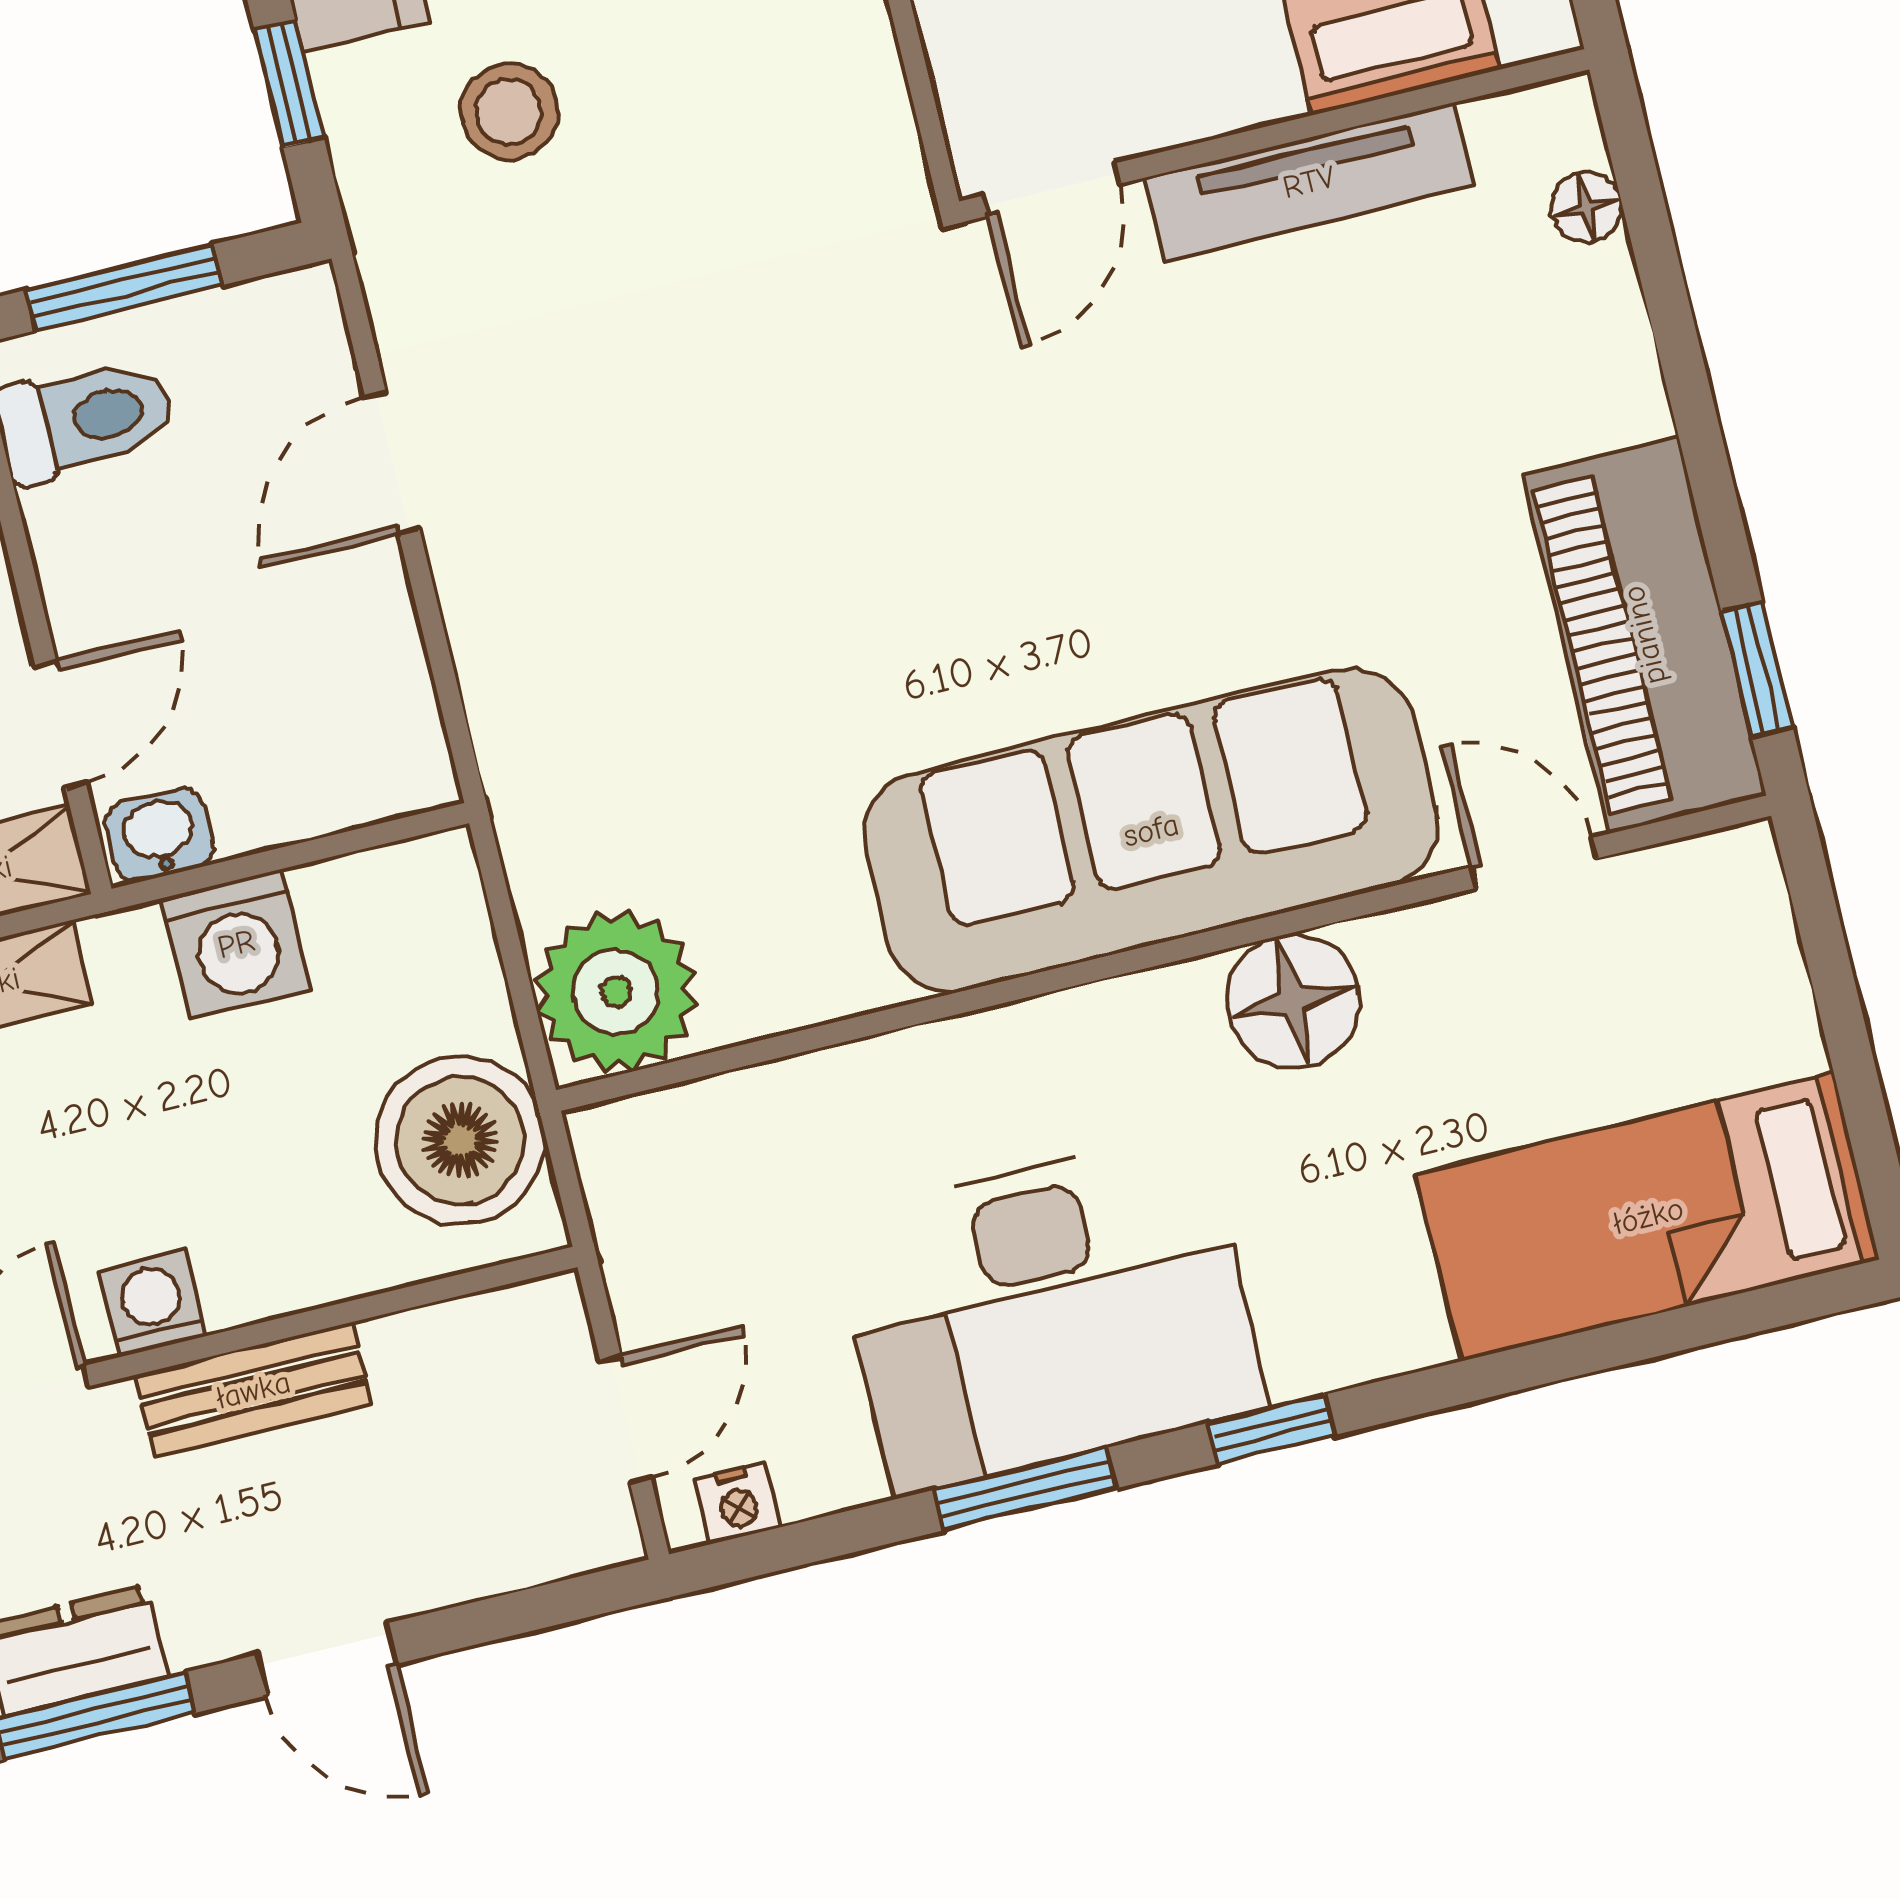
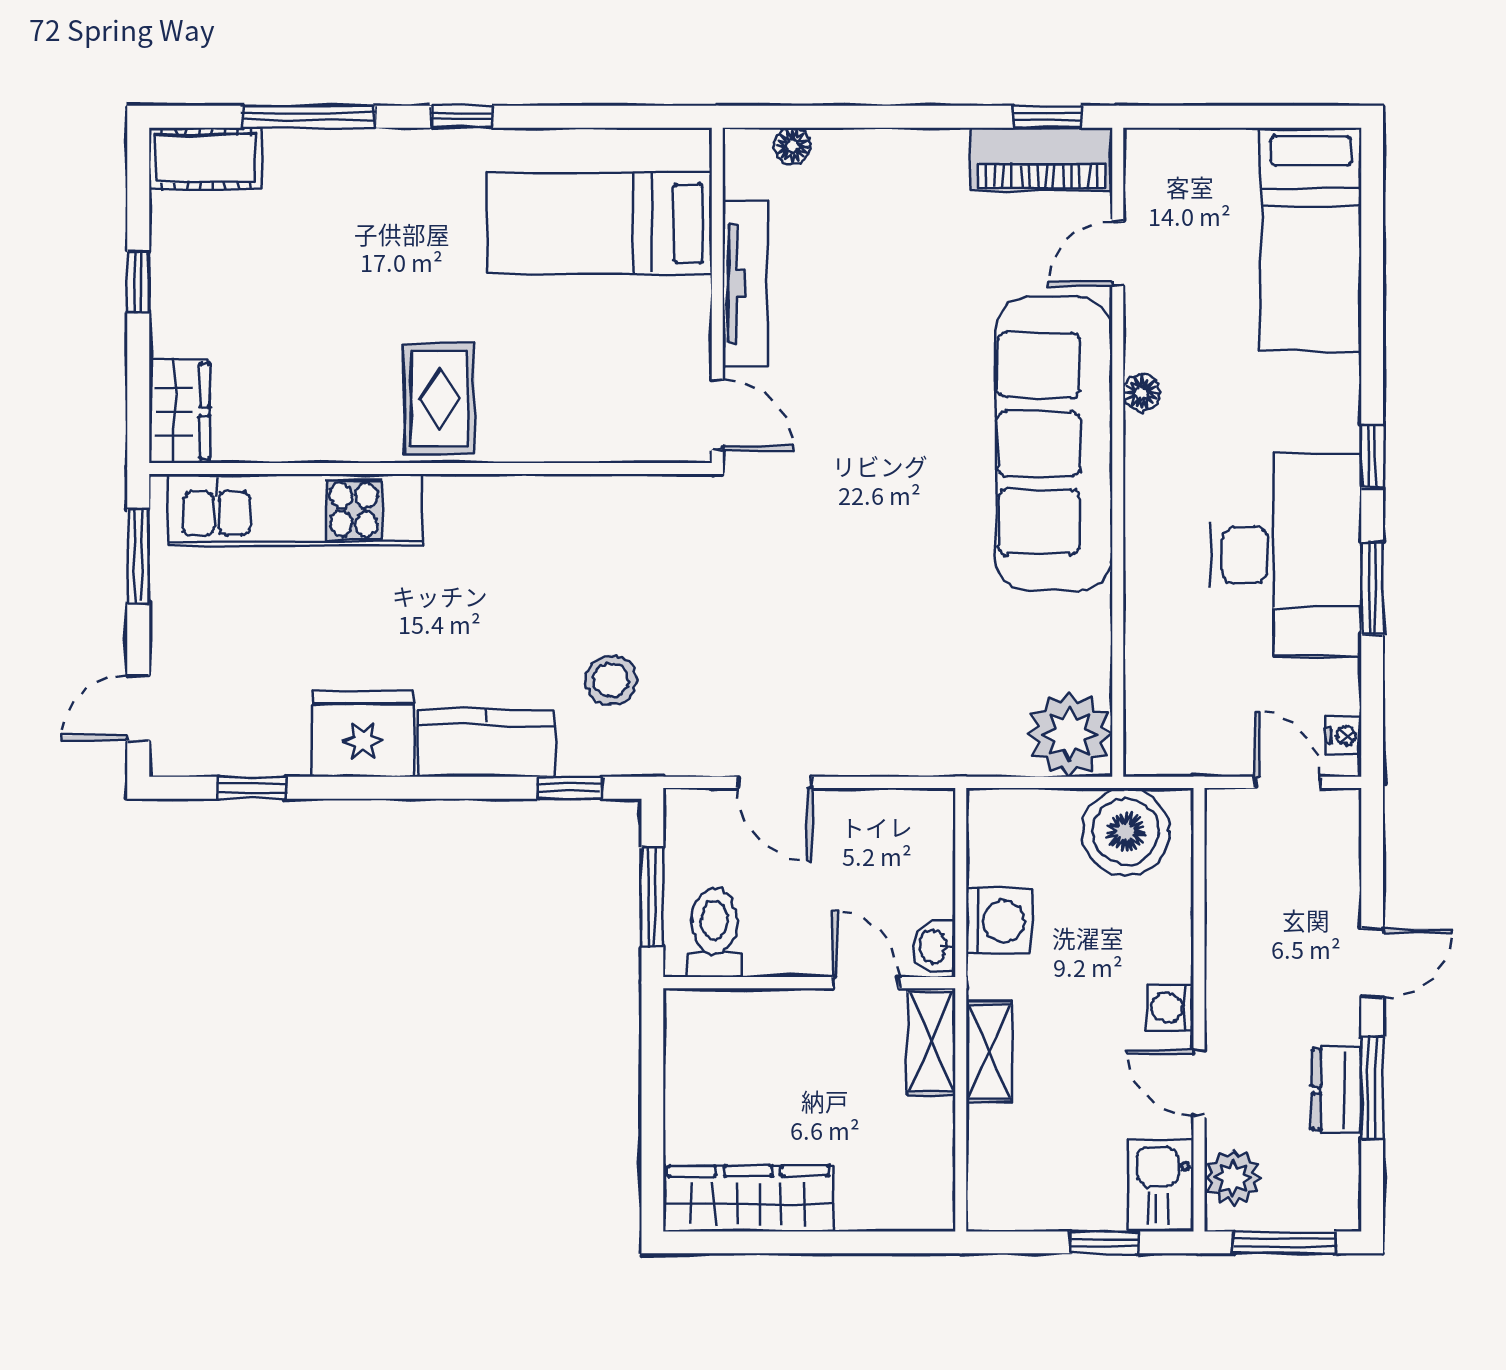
piano: (1644, 635) -> (1042, 159), width x0.73, depth x0.75
floor lamp: (1293, 1001) -> (1142, 393), width x0.53, depth x0.53
bench: (253, 1390) -> (1227, 967), removed

